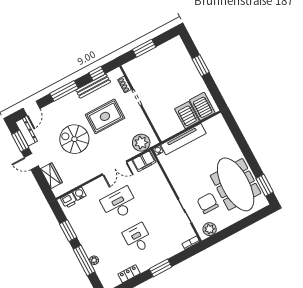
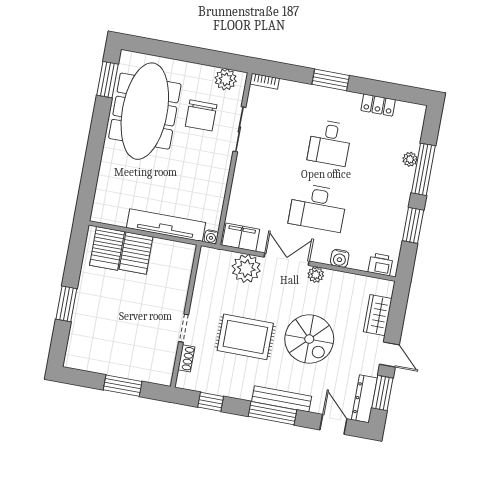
bench: (93, 86) -> (282, 399), moved
door: (31, 108) -> (333, 424), hinge flipped
plant: (141, 143) -> (246, 268), moved
plant: (95, 172) -> (316, 275), added
water cooler: (79, 194) -> (340, 258), moved

